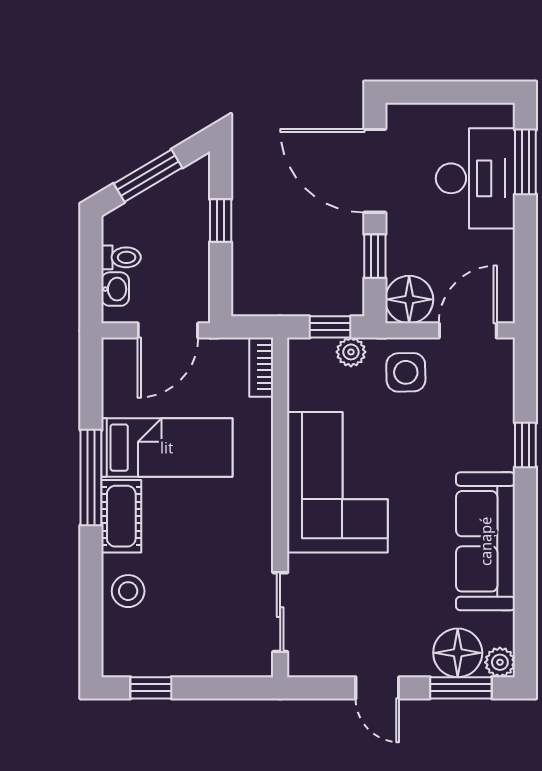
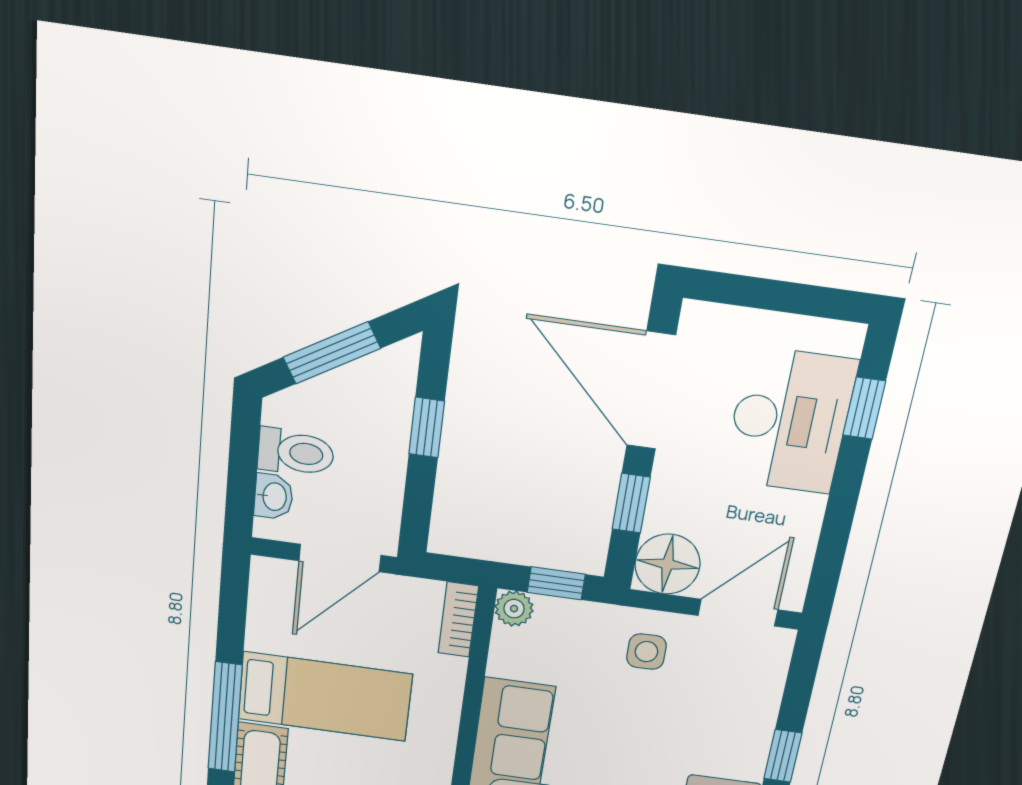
window: (525, 162) -> (864, 408), width x0.67
toilet: (121, 257) -> (296, 452), width x1.37, depth x1.39
plant: (351, 352) -> (514, 609), moved
side table: (406, 372) -> (646, 652), width x0.73, depth x0.73

